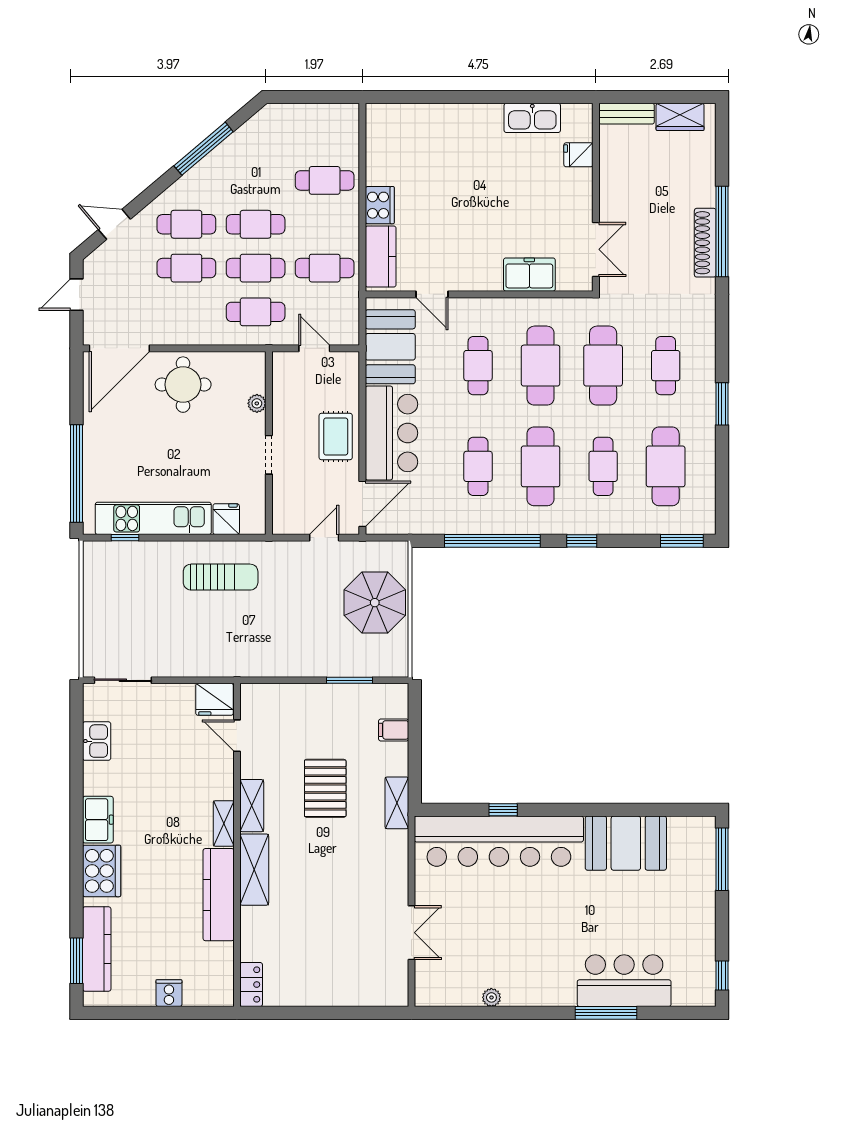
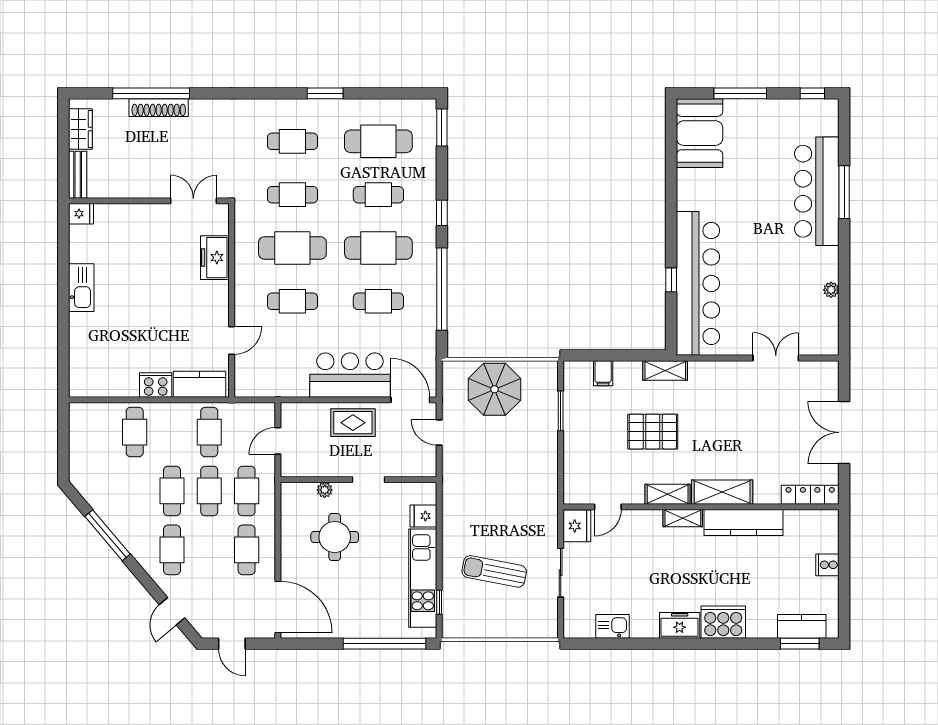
kitchen sink: (532, 118) -> (81, 288), moved
fridge: (578, 155) -> (81, 214), moved, turned -90
window: (722, 232) -> (151, 93), moved
shoe rack: (705, 243) -> (159, 108), moved
cafe table: (186, 268) -> (247, 550), moved
booth: (390, 347) -> (276, 376), removed
cafe table: (603, 366) -> (292, 195), width x0.73, depth x0.74
round table: (183, 385) -> (335, 537), moved
sun lounger: (221, 577) -> (494, 571), moved, turned -79
sliding door: (123, 680) -> (561, 573), moved
booth: (626, 843) -> (700, 133), moved
window: (722, 859) -> (740, 93), moved
kitchen counter: (97, 949) -> (802, 626), width x0.67
bar counter: (624, 981) -> (817, 191), width x1.36
locker: (251, 985) -> (810, 495), width x1.53
double door: (324, 1013) -> (844, 433), added

